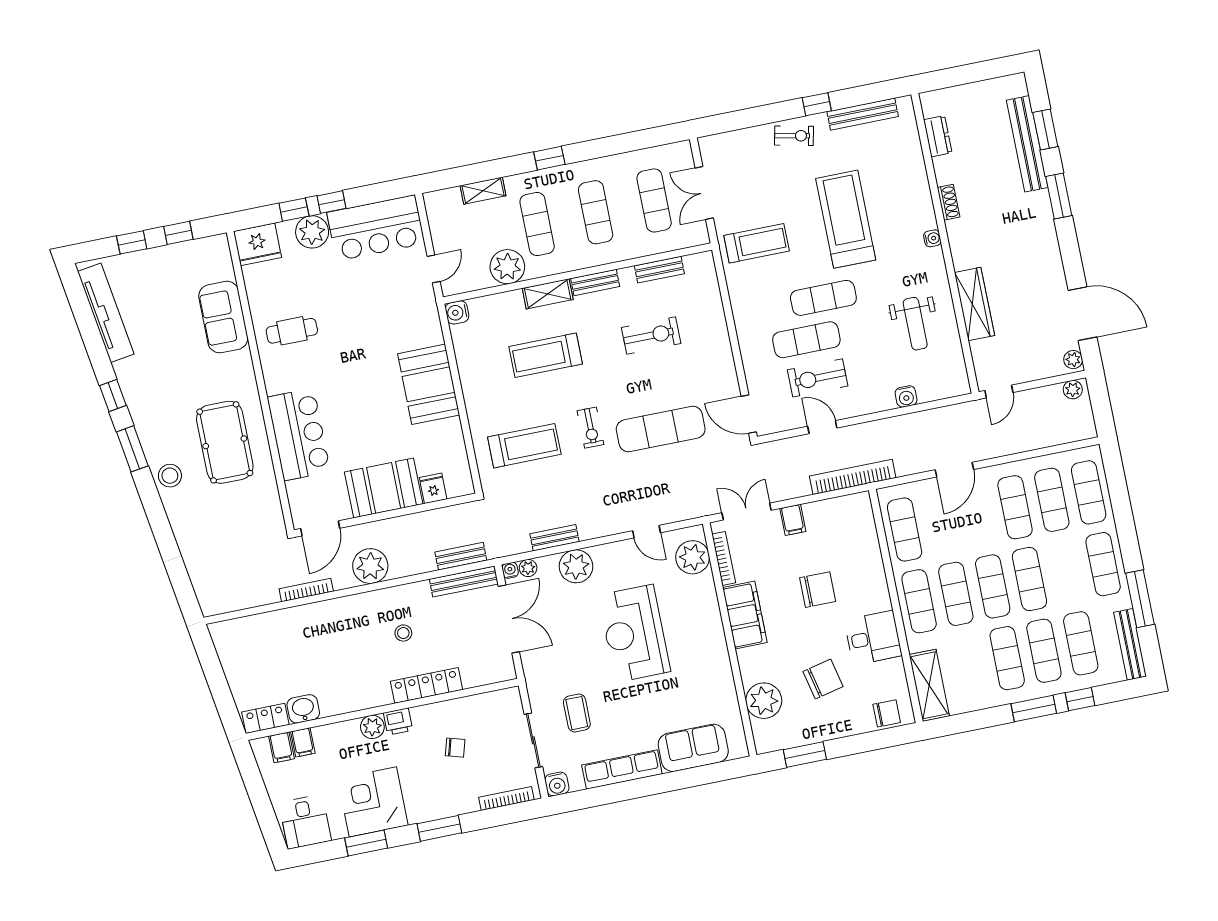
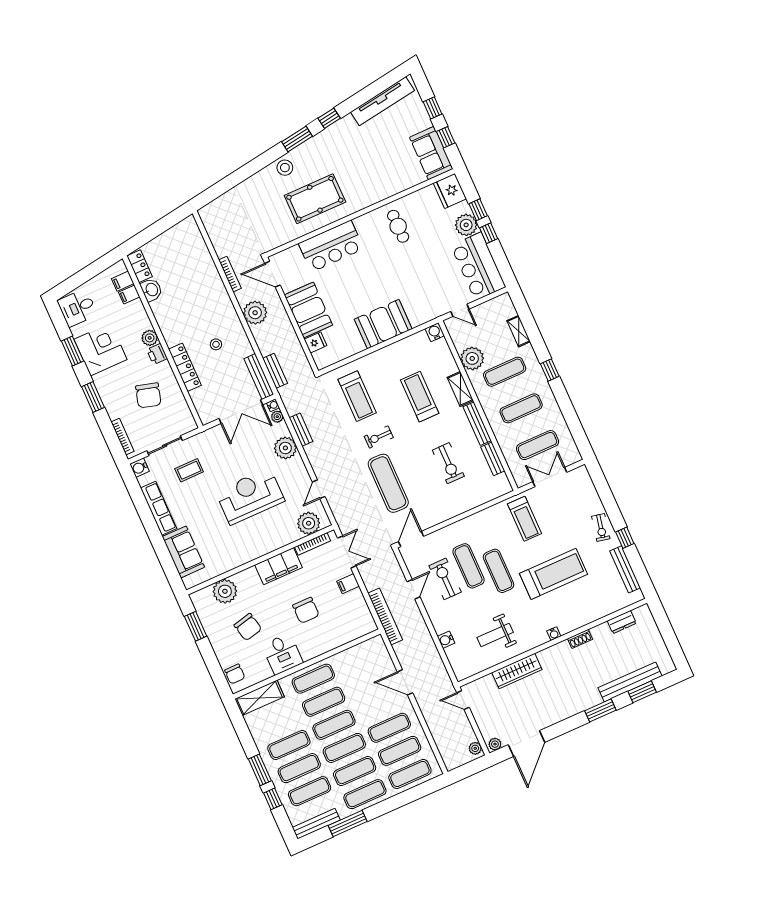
bench: (595, 282) -> (477, 424), width x1.36
sofa: (223, 317) -> (431, 153), moved, turned -90
exercise mat: (905, 529) -> (355, 771), moved
chair: (455, 748) -> (148, 395), width x1.87, depth x1.87

